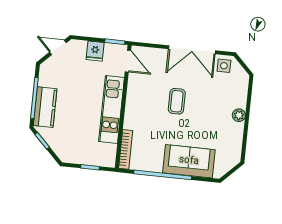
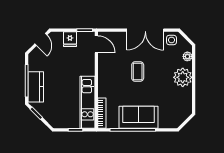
door: (58, 47) -> (41, 39), swing flipped
plant: (242, 89) -> (187, 56), added
kitchen unit: (111, 110) -> (88, 102), moved
plant: (239, 115) -> (183, 77), width x1.87, depth x1.87
sofa: (189, 161) -> (138, 117), moved

